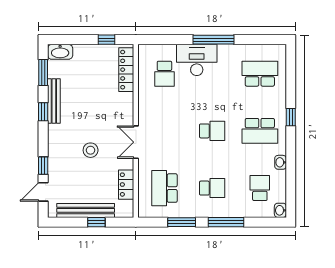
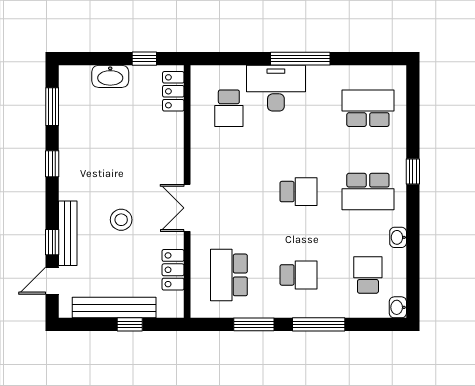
washbasin: (60, 52) -> (110, 76), moved
locker: (126, 70) -> (173, 91), width x0.66
bench: (54, 101) -> (68, 233), moved

